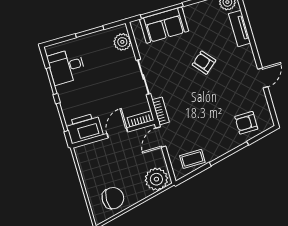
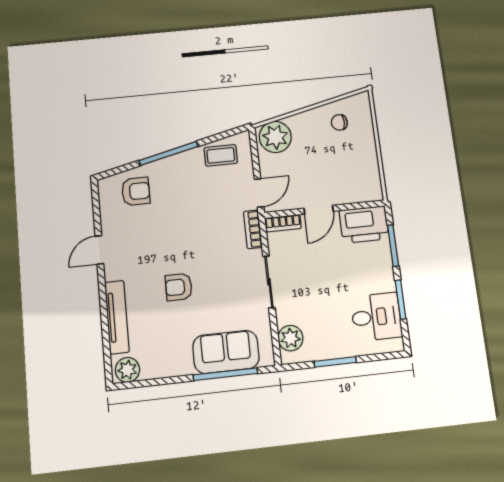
tv unit: (240, 28) -> (117, 317), width x1.41
armchair: (204, 63) -> (179, 287), turned 130
chair: (113, 198) -> (339, 122), width x0.54, depth x0.54

